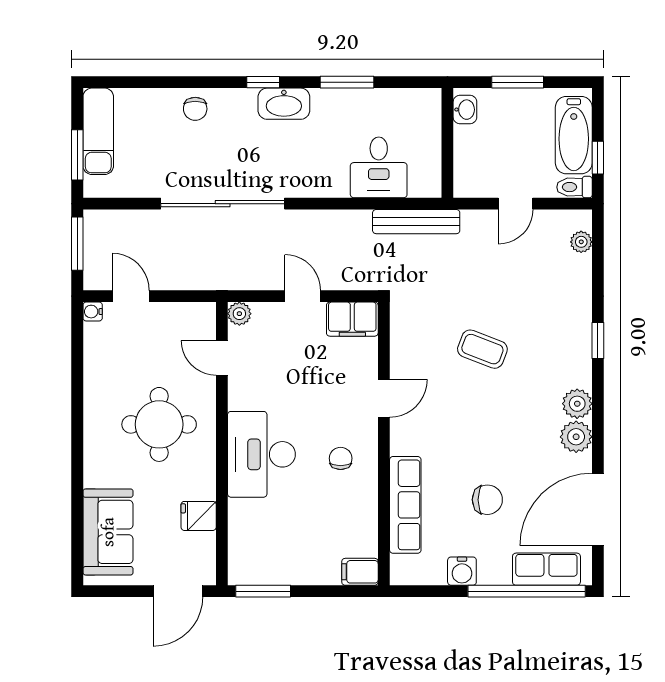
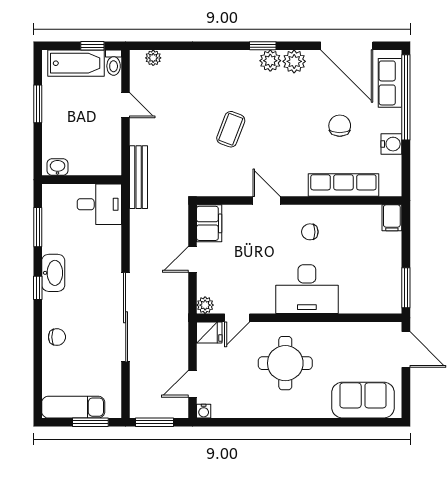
washbasin: (465, 110) -> (58, 167), moved
wall: (447, 143) -> (82, 180), moved
window: (598, 341) -> (263, 46), moved
fridge: (199, 516) -> (209, 332), moved, turned -90

